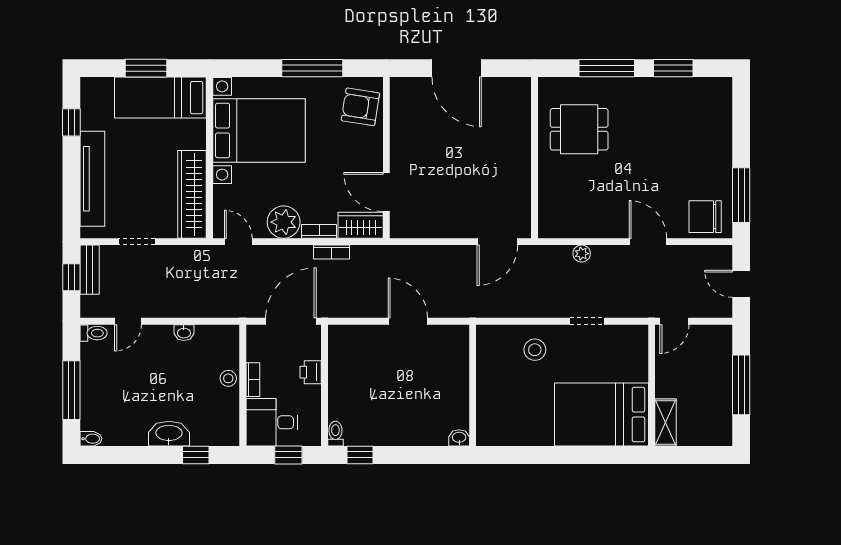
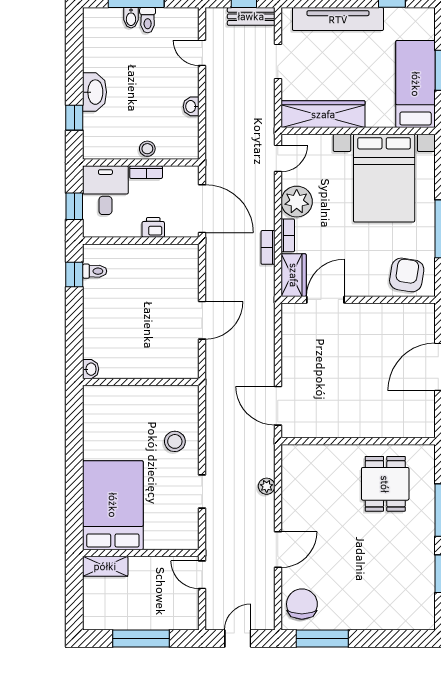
toilet: (94, 333) -> (148, 20), moved
toilet: (335, 434) -> (95, 271), moved
bidet: (91, 439) -> (131, 18), moved

